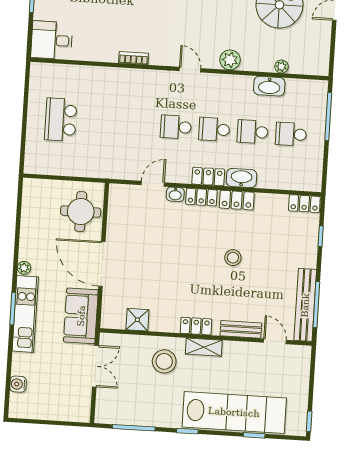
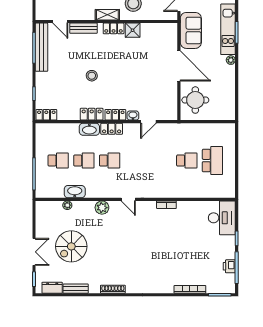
desk: (52, 40) -> (222, 218), width x1.37
school desk: (176, 127) -> (187, 161), moved
shower: (137, 320) -> (133, 30), moved

